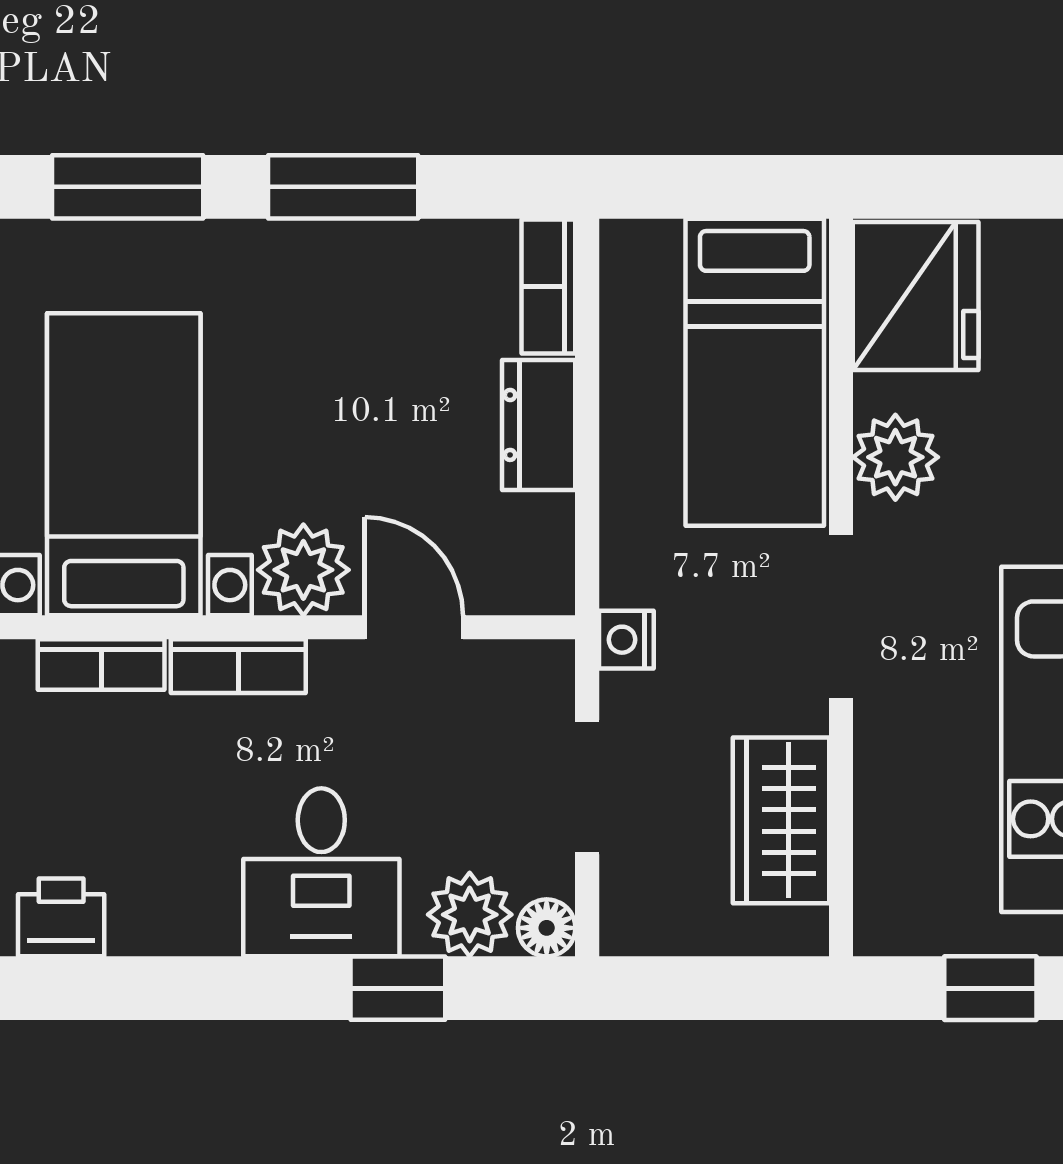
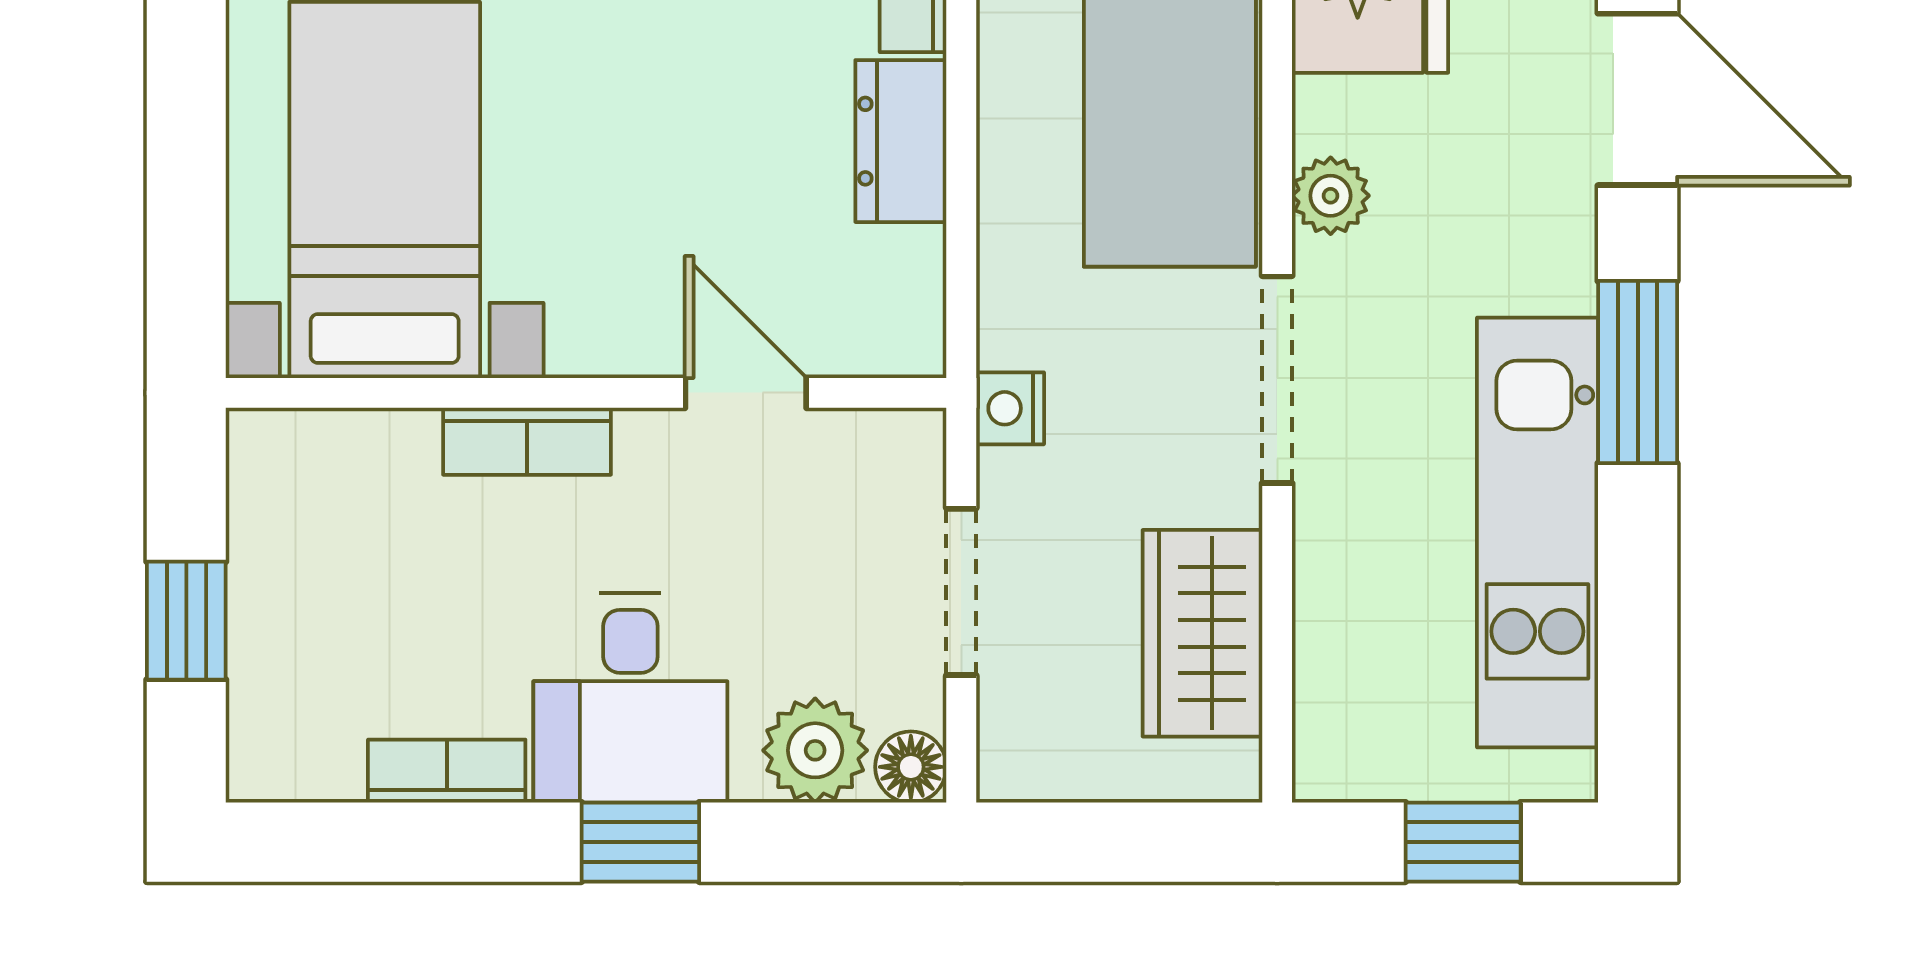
plant: (895, 457) -> (1331, 196), width x0.73, depth x0.73
plant: (303, 570) -> (608, 321), removed
bookcase: (101, 664) -> (447, 771), moved, turned 180
printer: (61, 917) -> (307, 754), removed
window: (398, 988) -> (640, 842), moved

